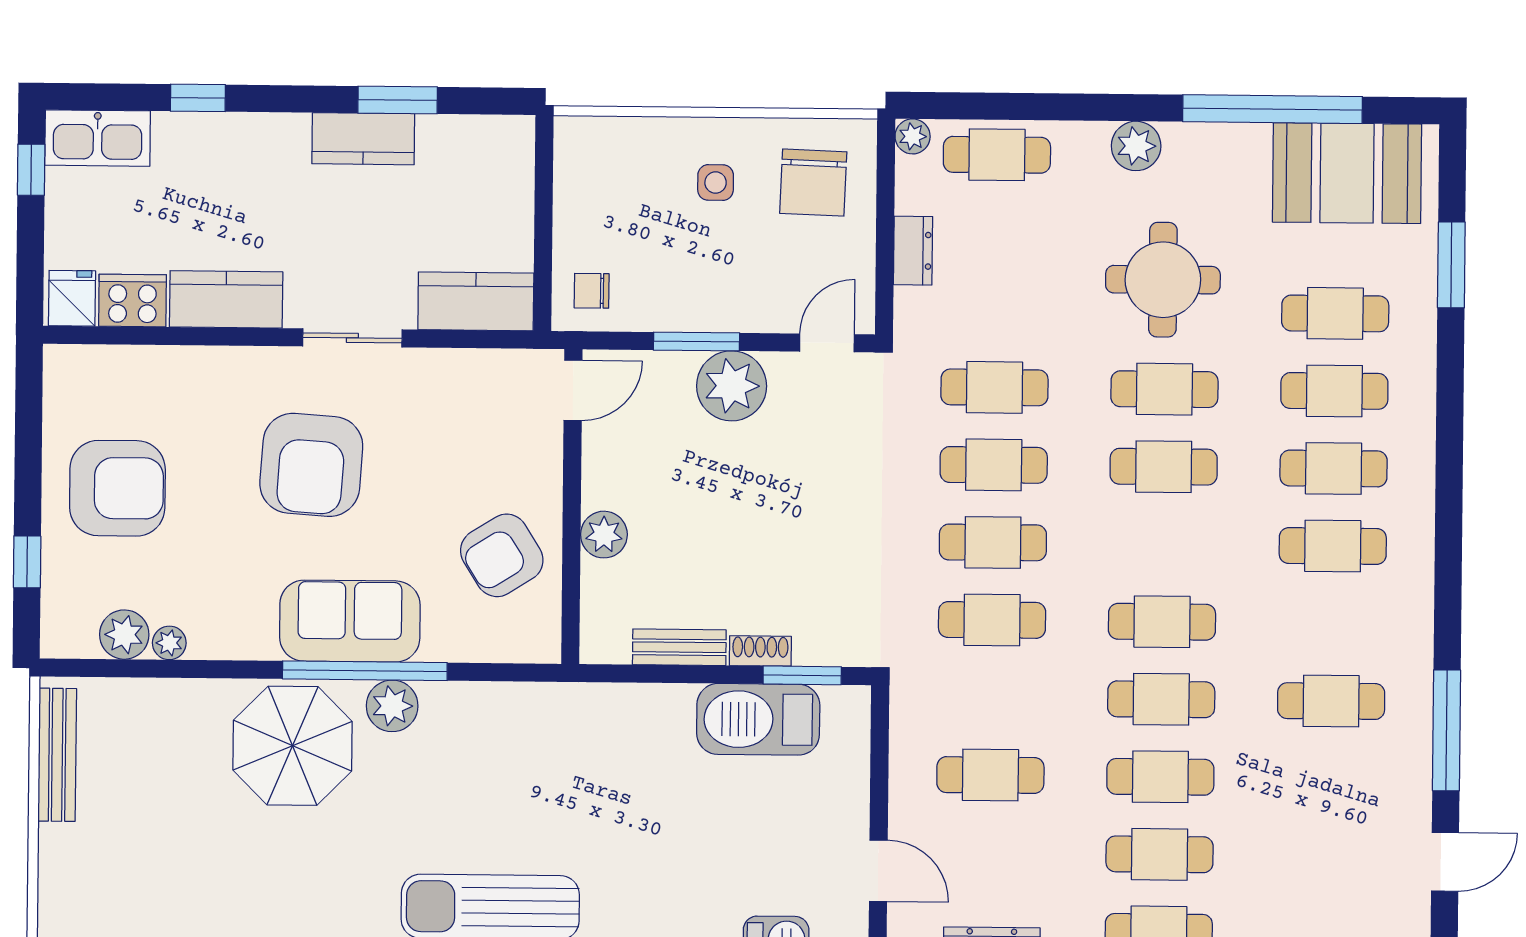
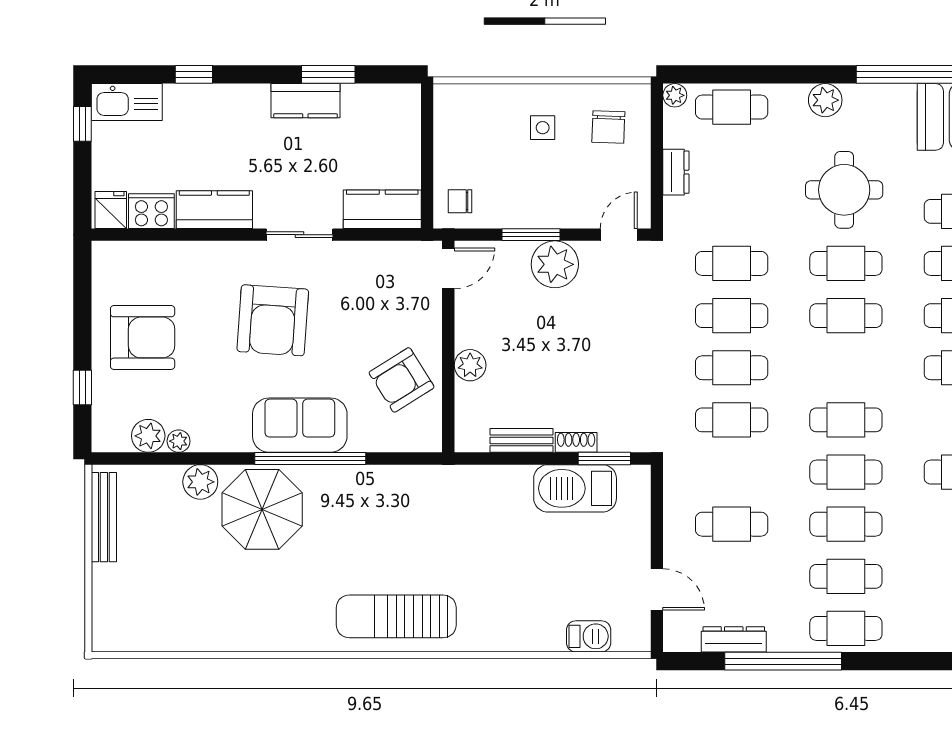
chair: (813, 183) -> (608, 127), width x0.73, depth x0.73
plant: (392, 706) -> (200, 482), moved

